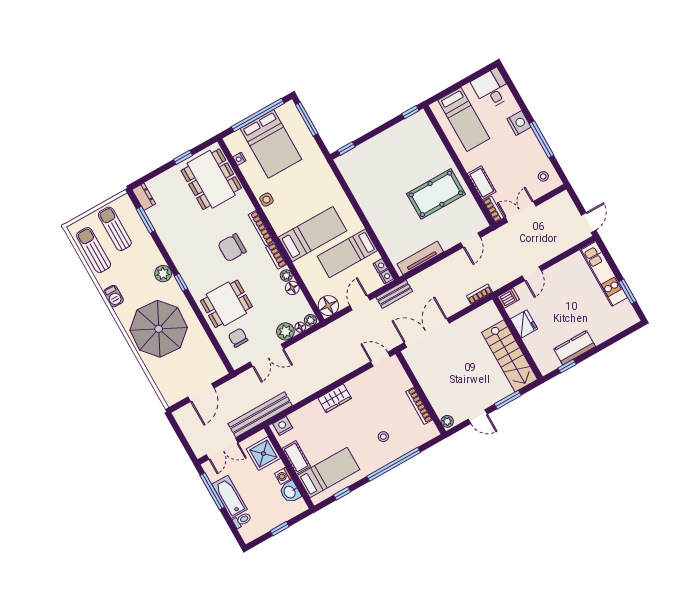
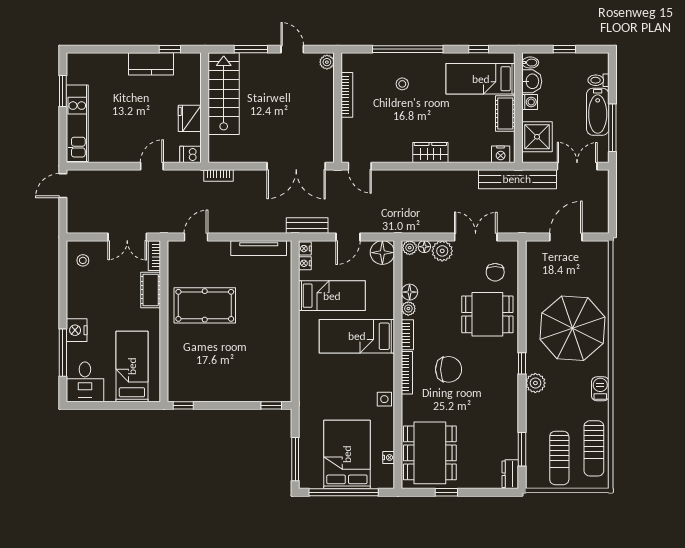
window: (541, 139) -> (63, 353), moved
bidet: (299, 505) -> (530, 63), added

